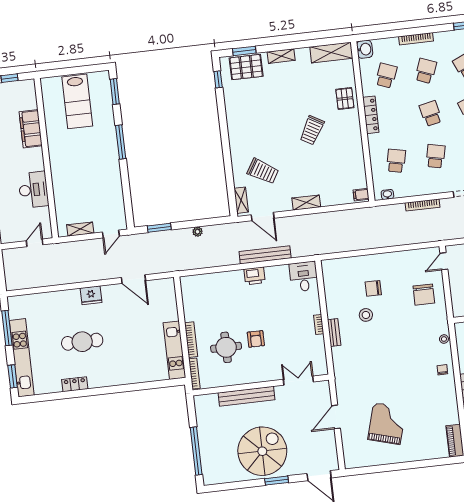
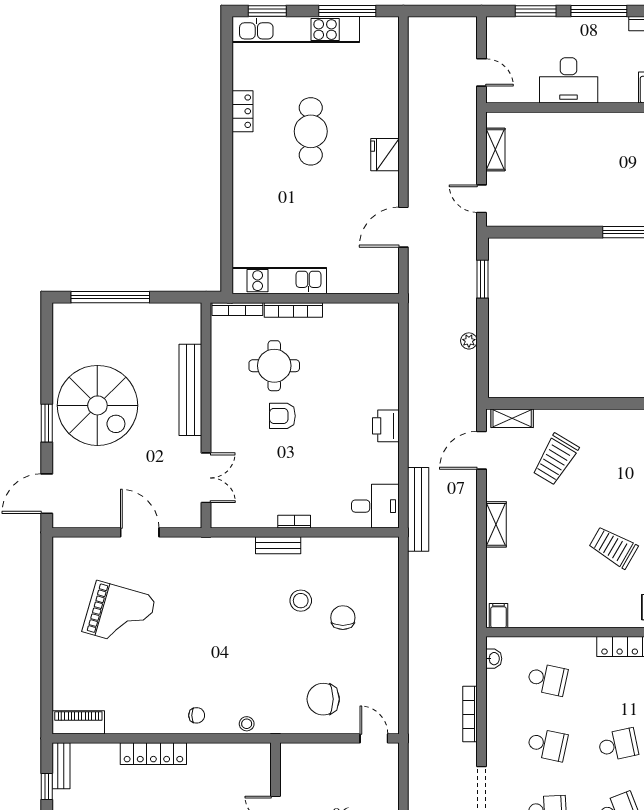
bench: (265, 255) -> (418, 509), moved

